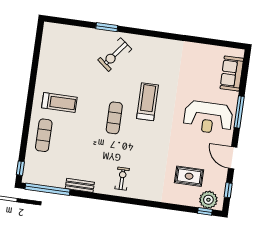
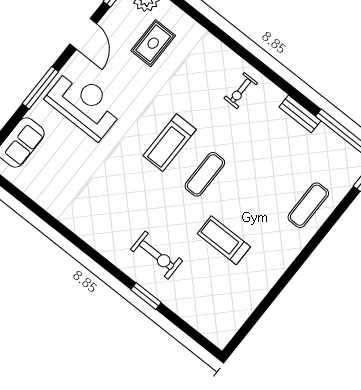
exercise bike: (115, 55) -> (157, 255), turned 52
treadmill: (148, 102) -> (170, 143), moved
treadmill: (59, 103) -> (224, 240), moved
rug: (189, 176) -> (153, 43), turned 90

